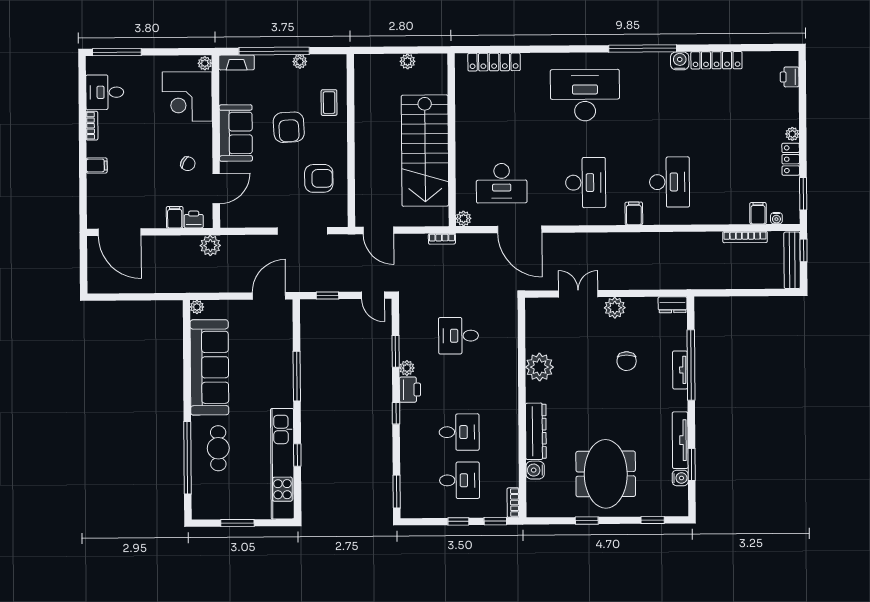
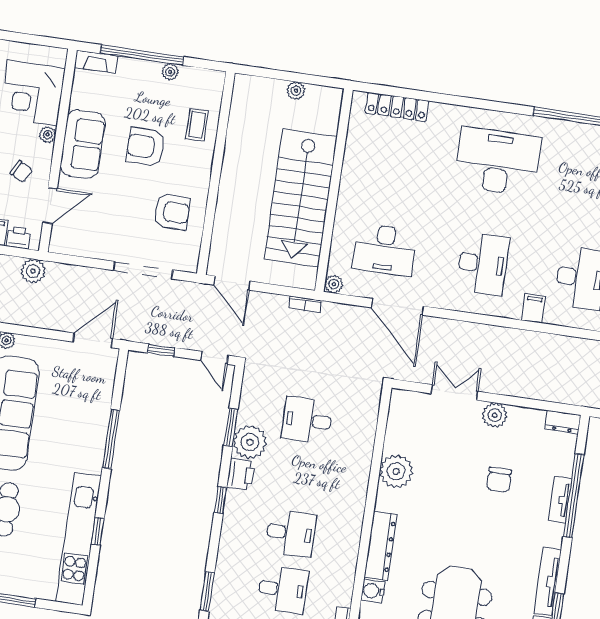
plant: (205, 63) -> (48, 135), moved
armchair: (289, 127) -> (146, 147), turned 93
plant: (407, 368) -> (250, 442), width x1.87, depth x1.87

